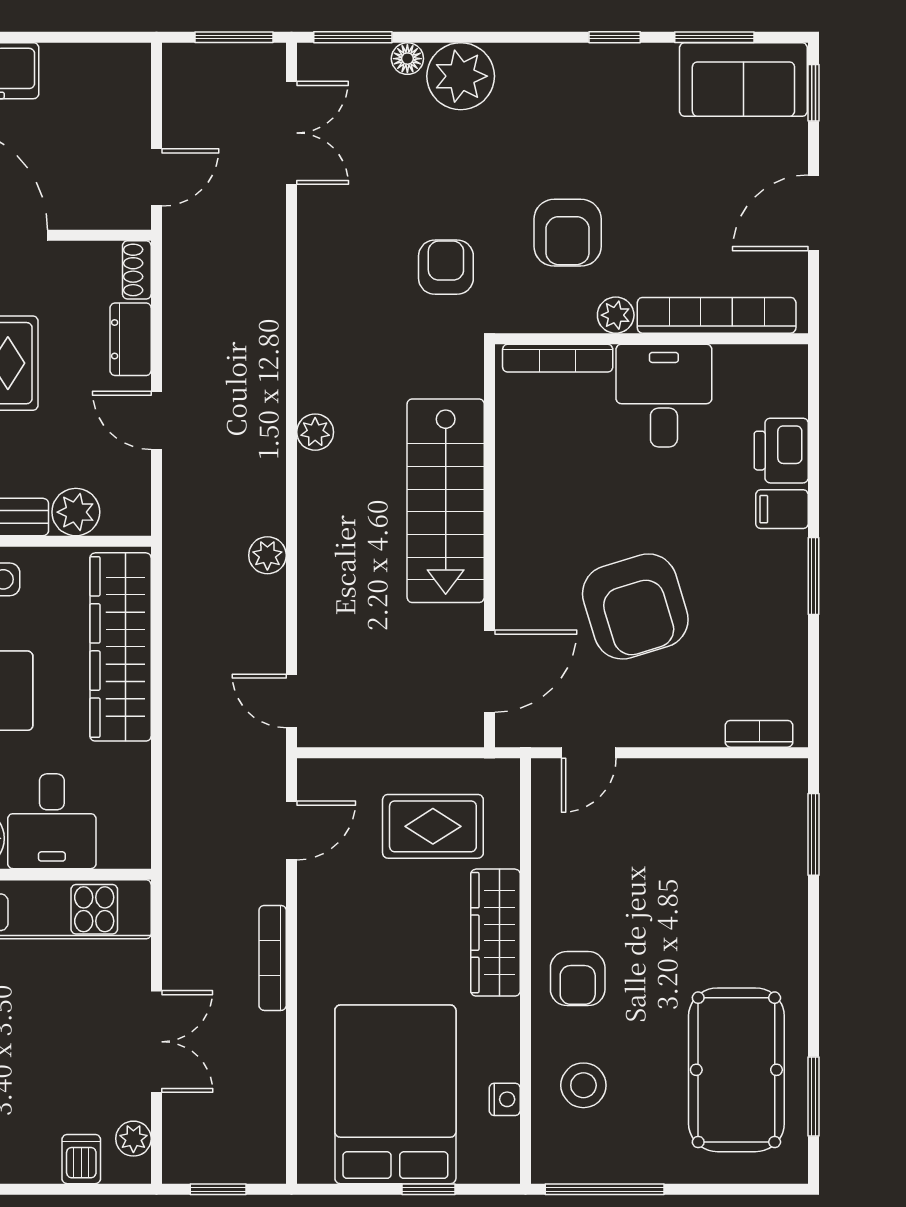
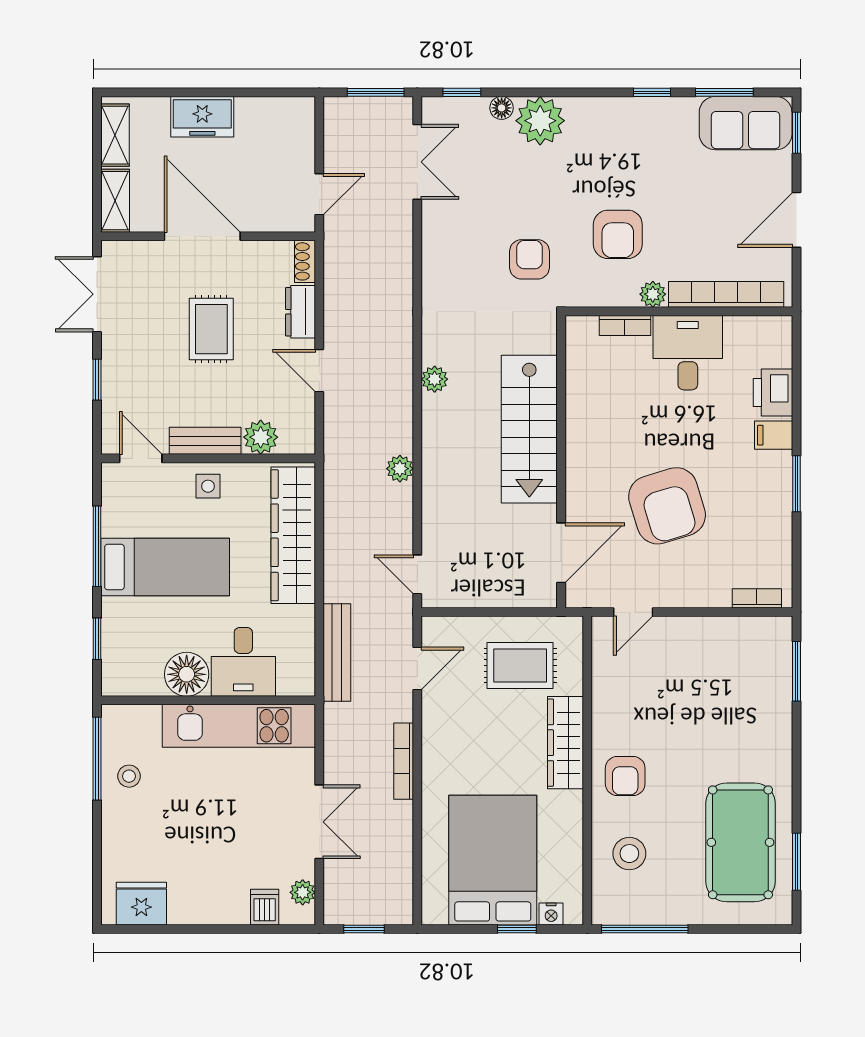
window: (353, 37) -> (462, 92), width x0.67
bookcase: (558, 358) -> (625, 325), width x0.64
bench: (181, 808) -> (337, 652), added
nightstand: (505, 1099) -> (551, 914), moved, turned 90

